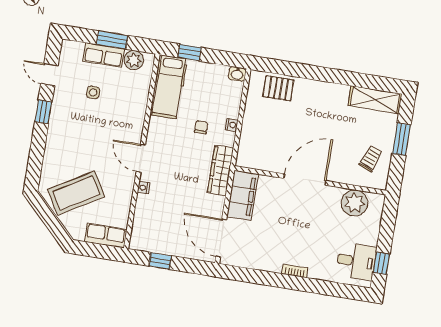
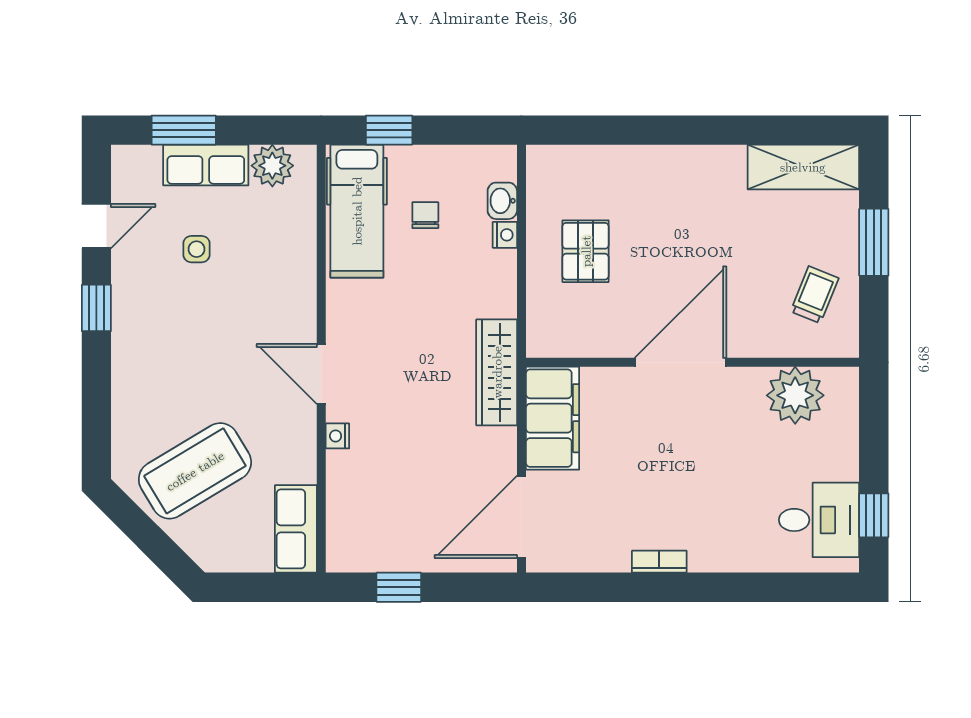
window: (112, 40) -> (184, 130), moved
washbasin: (237, 74) -> (502, 201), moved, turned 90
door: (49, 75) -> (96, 226), swing flipped
pallet: (278, 88) -> (586, 251), moved, turned 90
nightstand: (232, 125) -> (505, 235), moved
chair: (201, 127) -> (425, 215), moved
row of seats: (106, 236) -> (296, 529), moved, turned -90
door: (221, 238) -> (521, 517), hinge flipped
bookcase: (295, 271) -> (659, 562), moved

